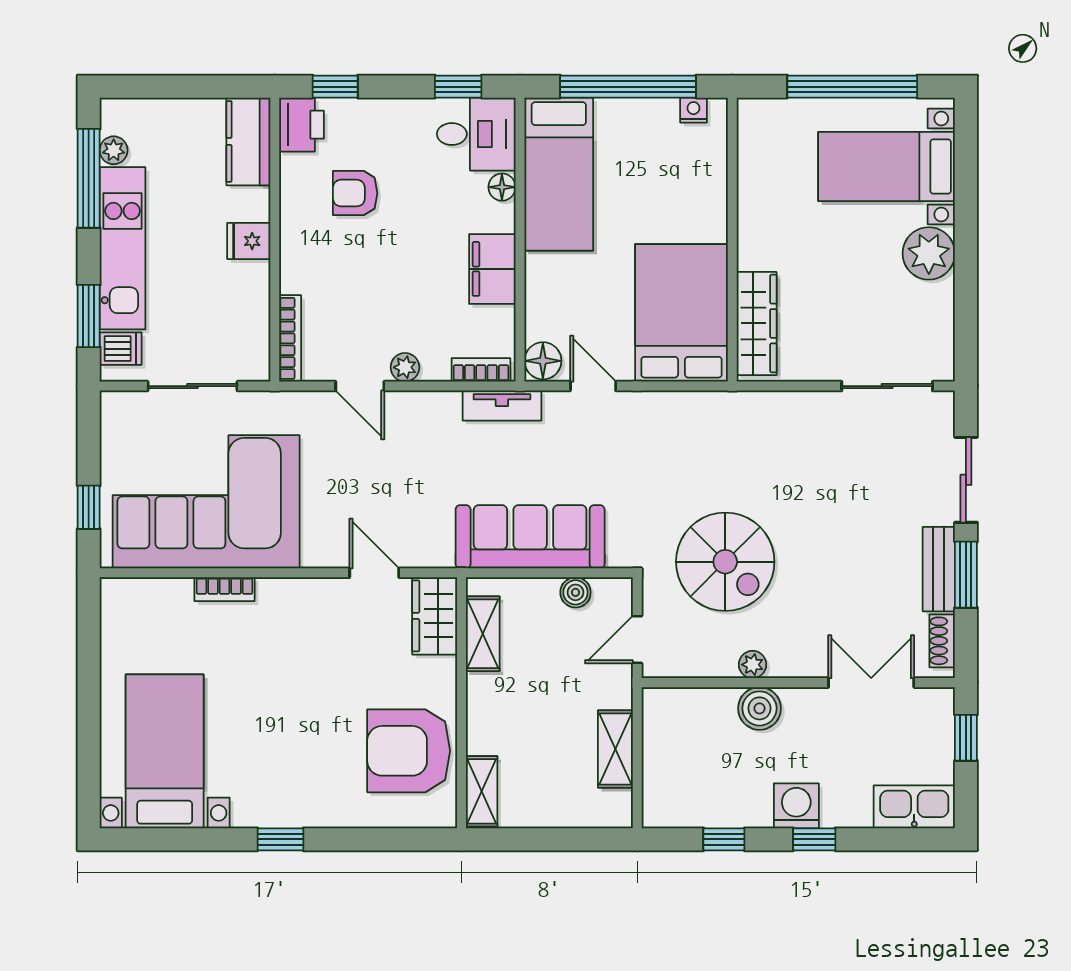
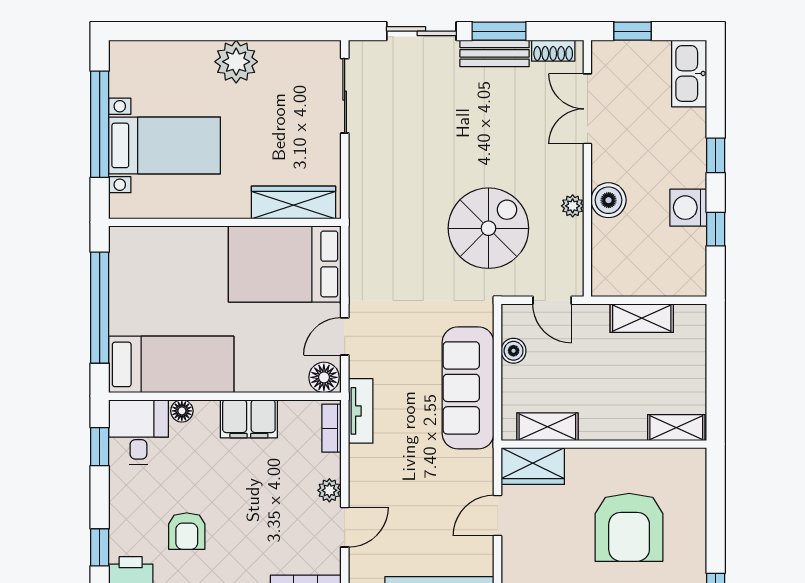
nightstand: (693, 110) -> (119, 254), removed
bed with nightstands: (887, 166) -> (165, 145), moved, turned -90
armchair: (409, 751) -> (629, 527), moved
washing machine: (796, 806) -> (688, 208), moved

